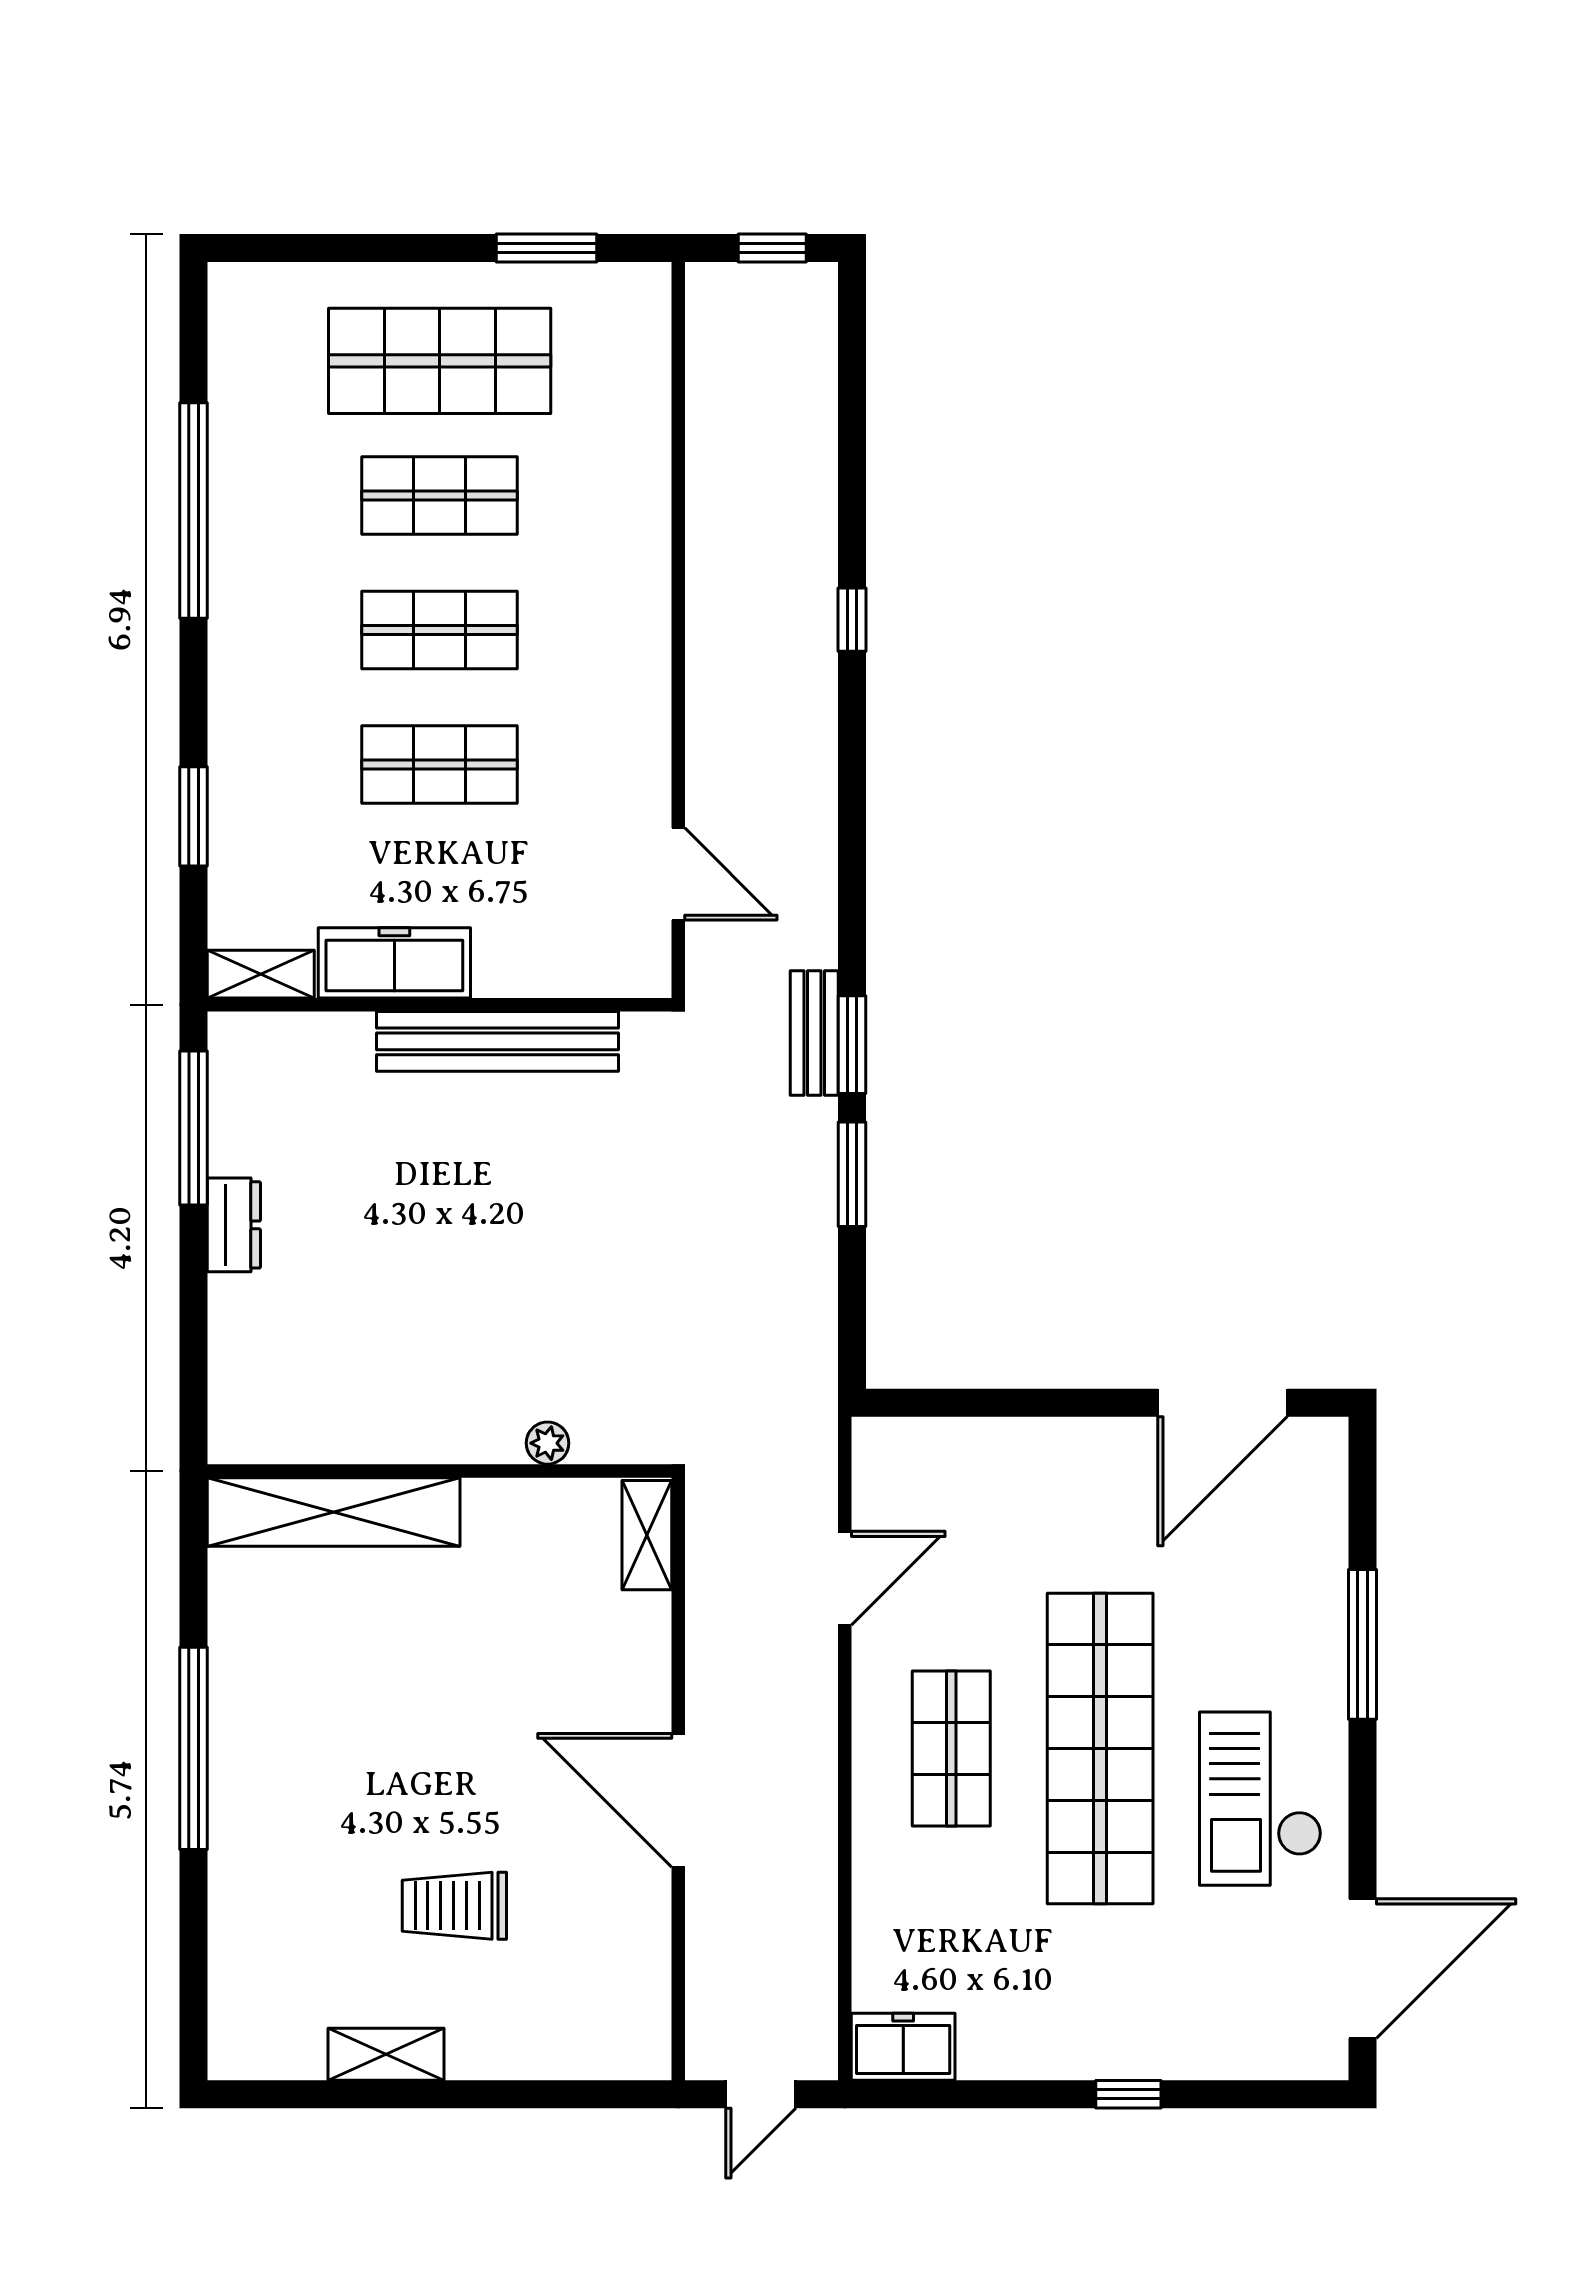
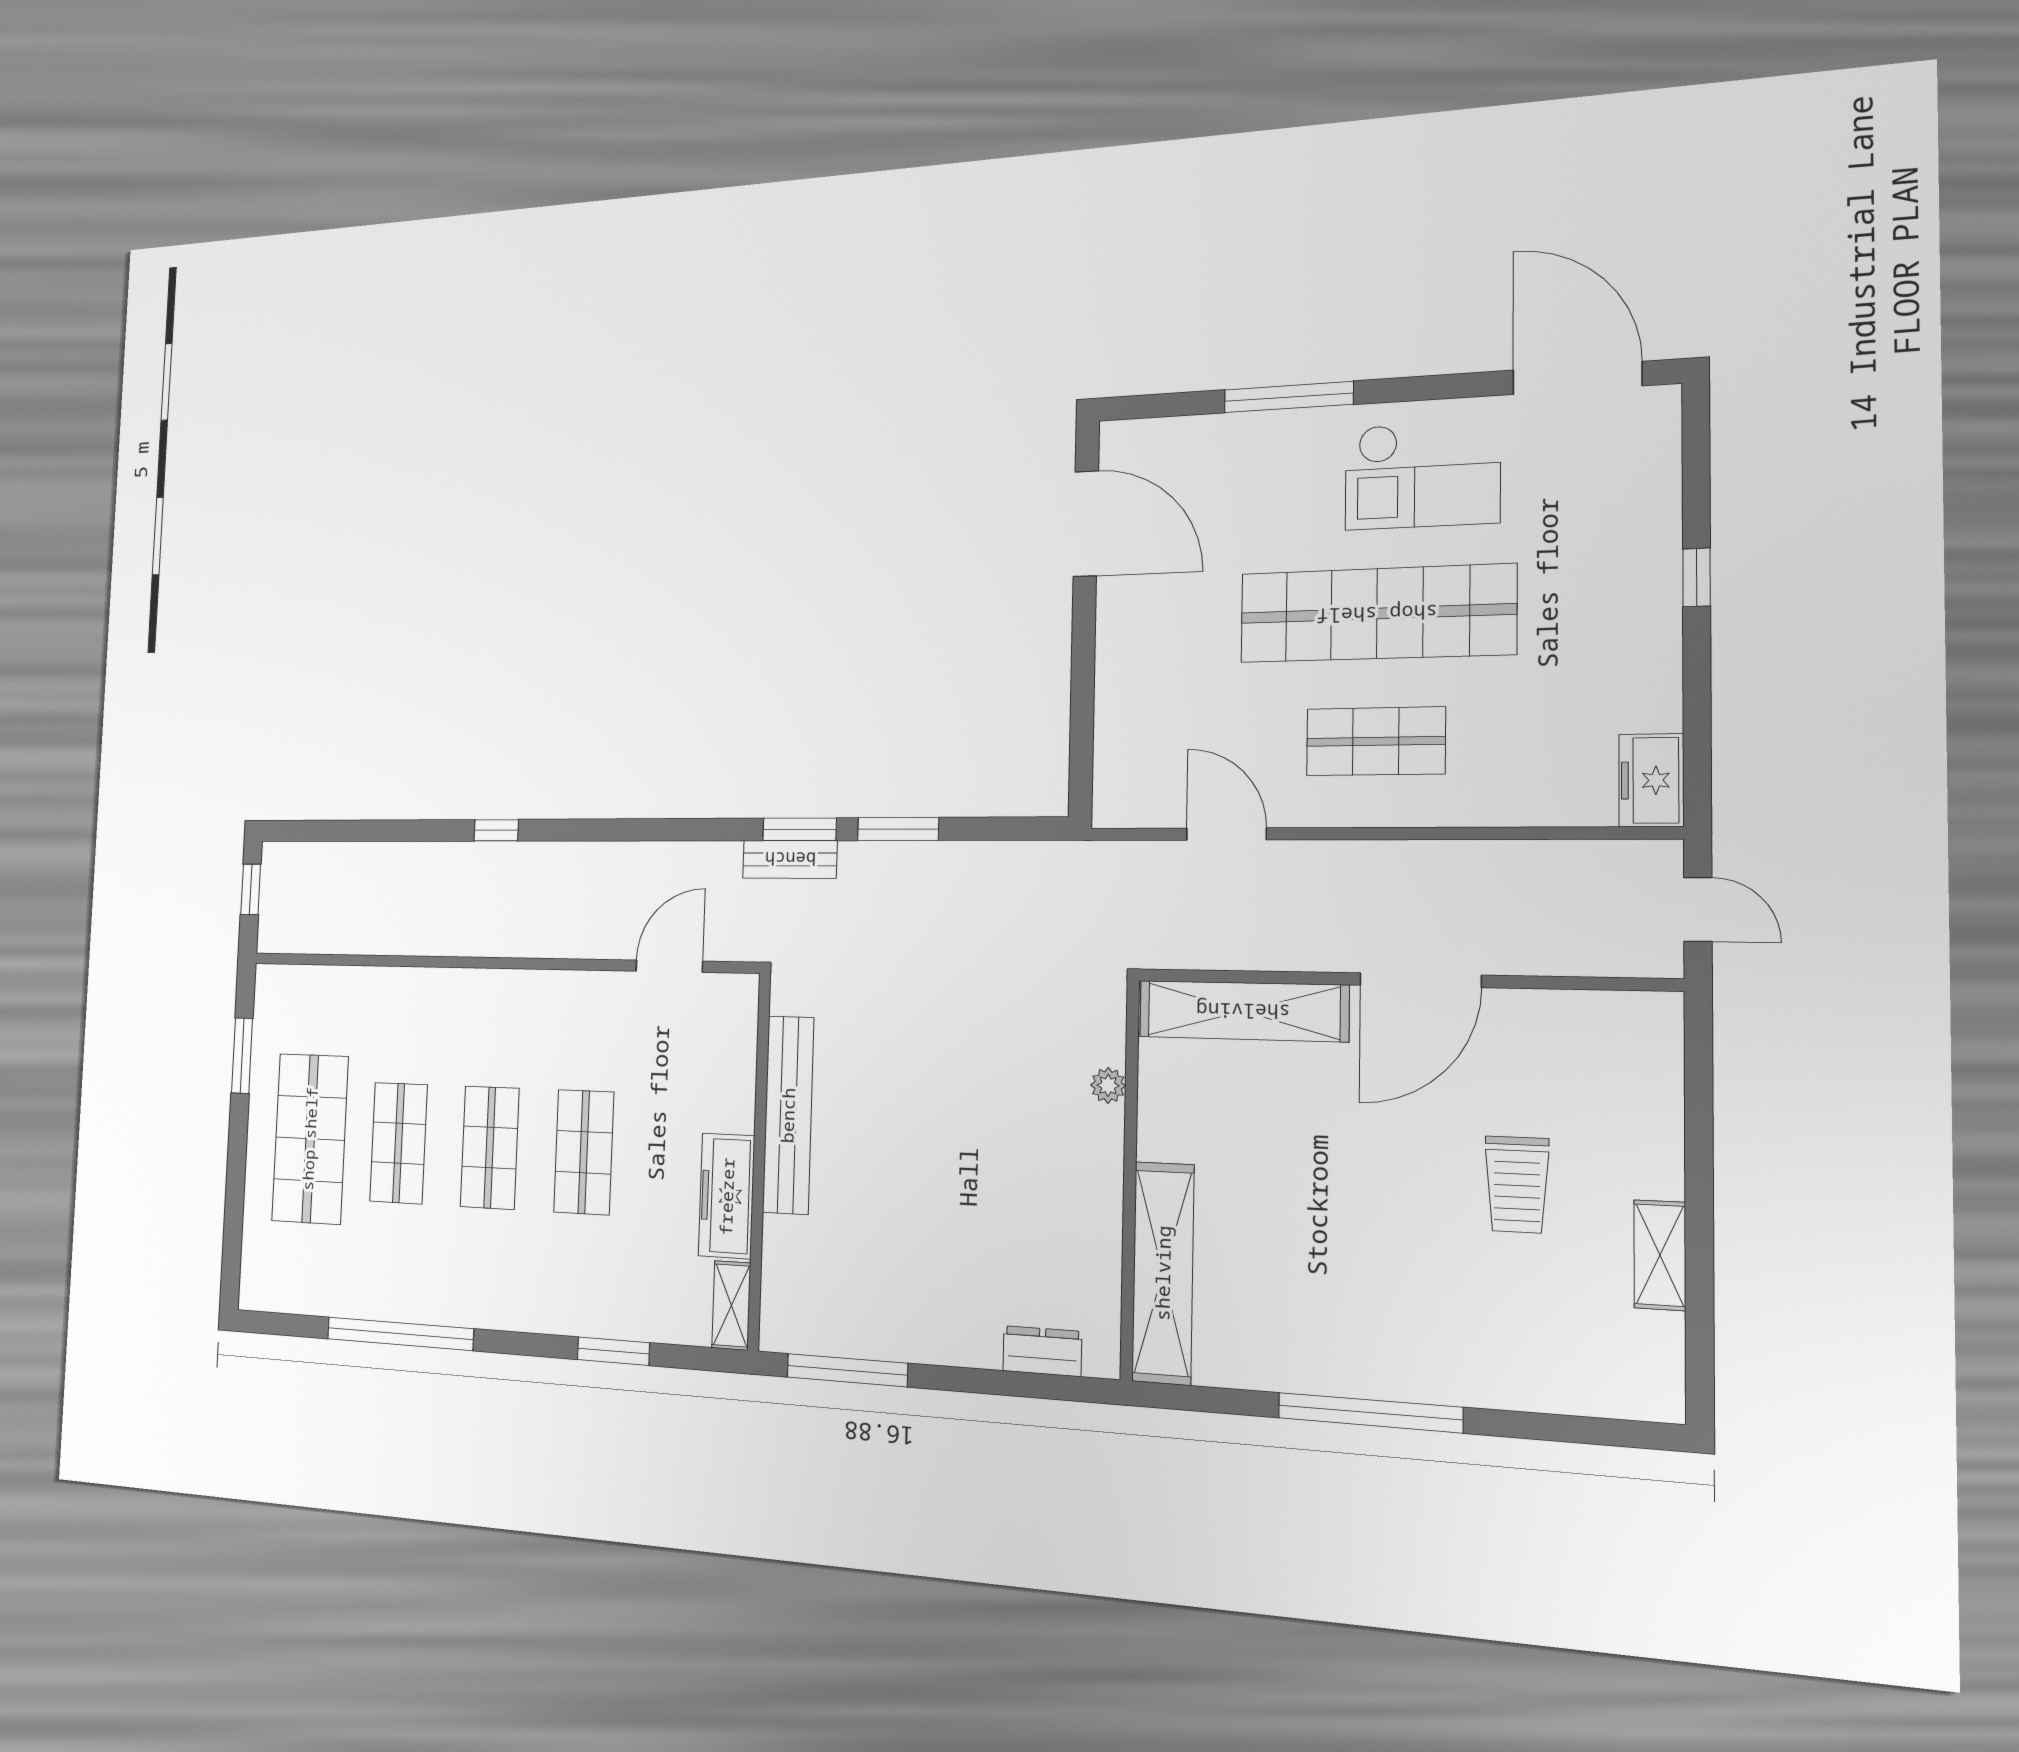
dresser: (234, 1225) -> (1042, 1351), moved
shelving: (647, 1535) -> (1243, 1011), width x2.20, depth x1.33

